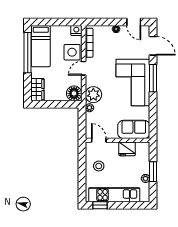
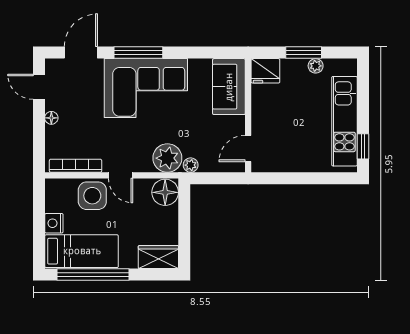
door: (134, 22) -> (39, 87), swing flipped
nightstand: (76, 30) -> (54, 223), moved
fridge: (127, 149) -> (265, 71), moved, turned 90
stool: (99, 166) -> (294, 149), removed

